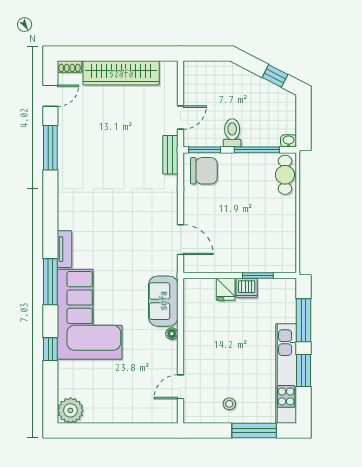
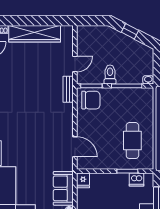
window: (275, 76) -> (130, 31), moved
cafe table: (285, 175) -> (132, 141), moved, width x1.37, depth x1.35
dishwasher: (247, 288) -> (136, 180), moved
fridge: (226, 289) -> (83, 180), moved

